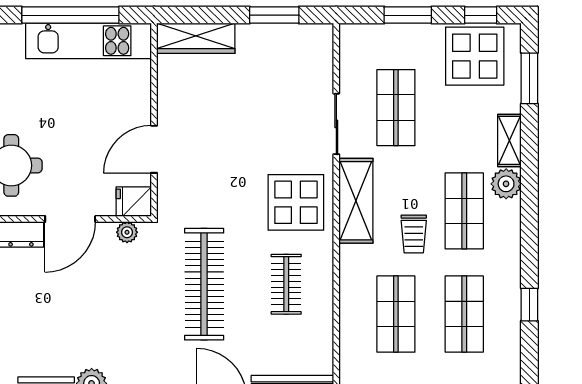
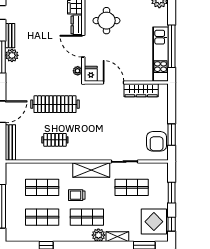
wardrobe: (196, 38) -> (141, 90), moved, turned -90
armchair: (290, 50) -> (157, 141), added
display table: (296, 202) -> (90, 144), removed

